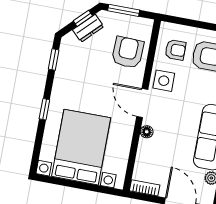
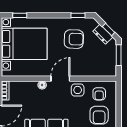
armchair: (128, 52) -> (74, 39), moved
window: (44, 109) -> (20, 15), moved

